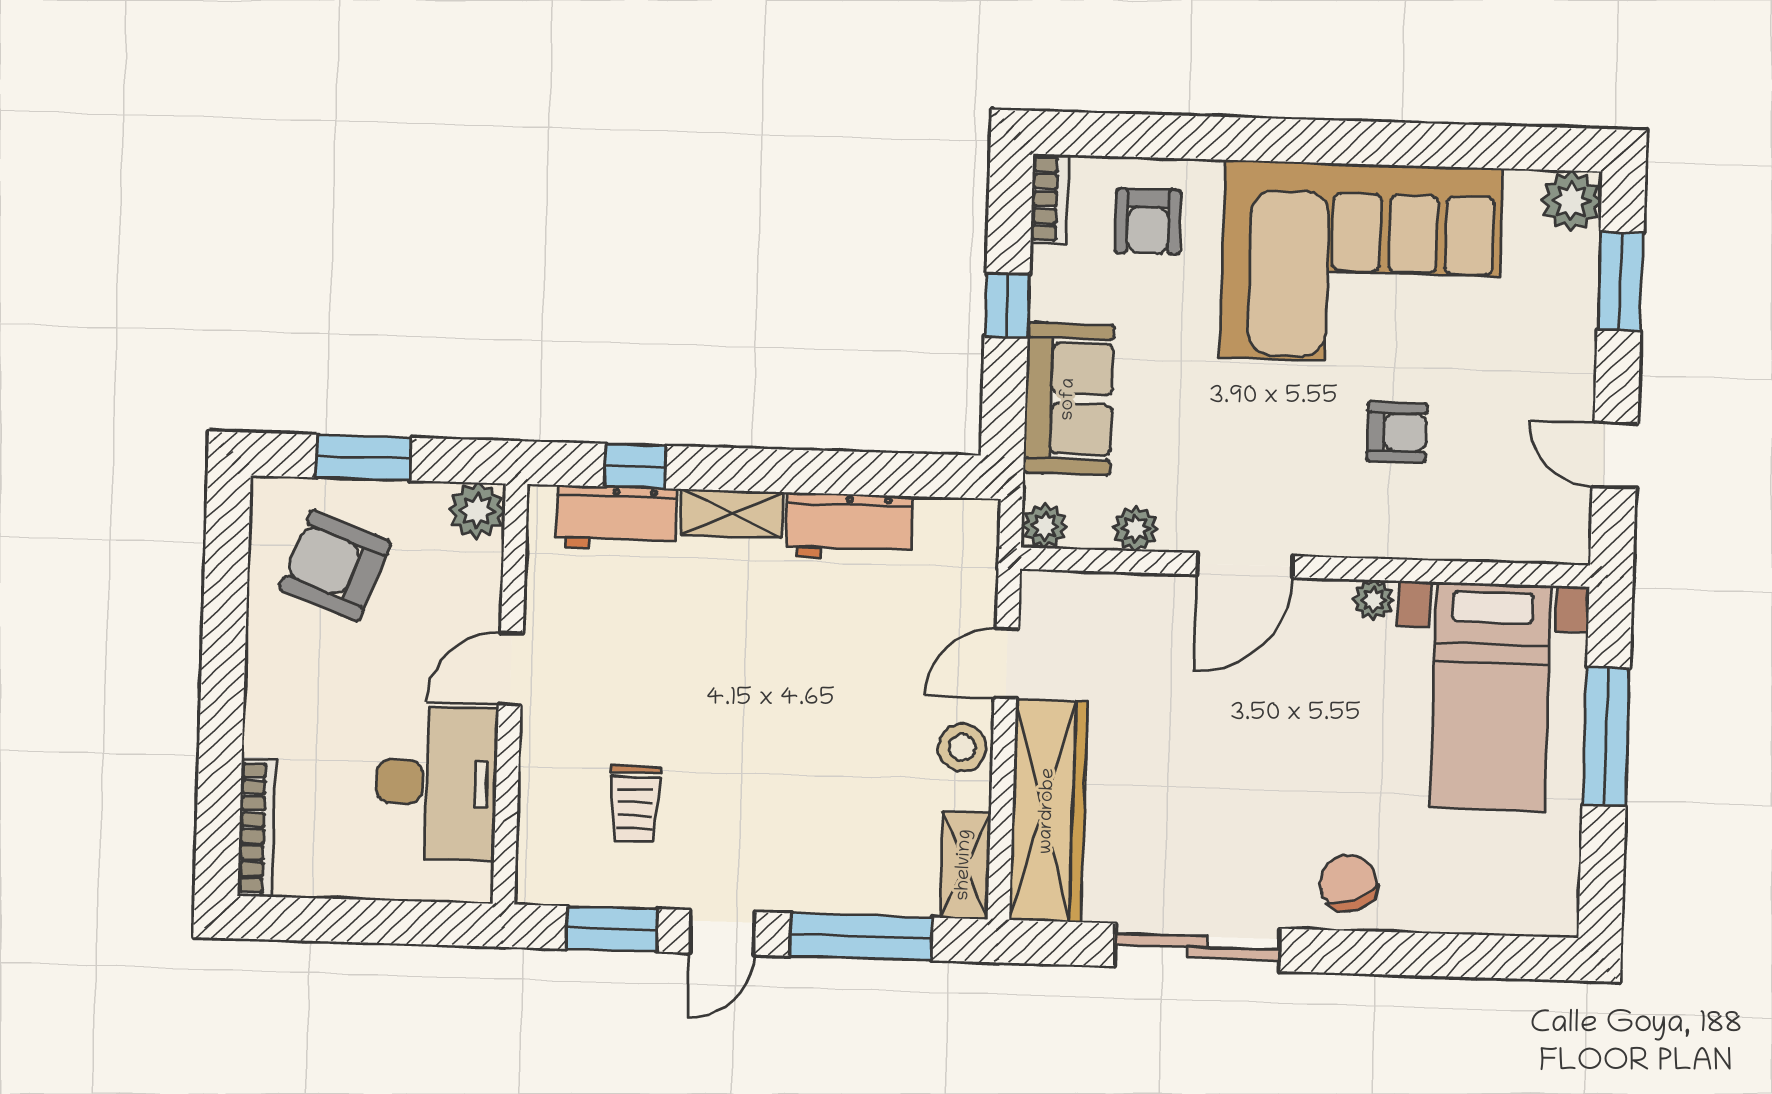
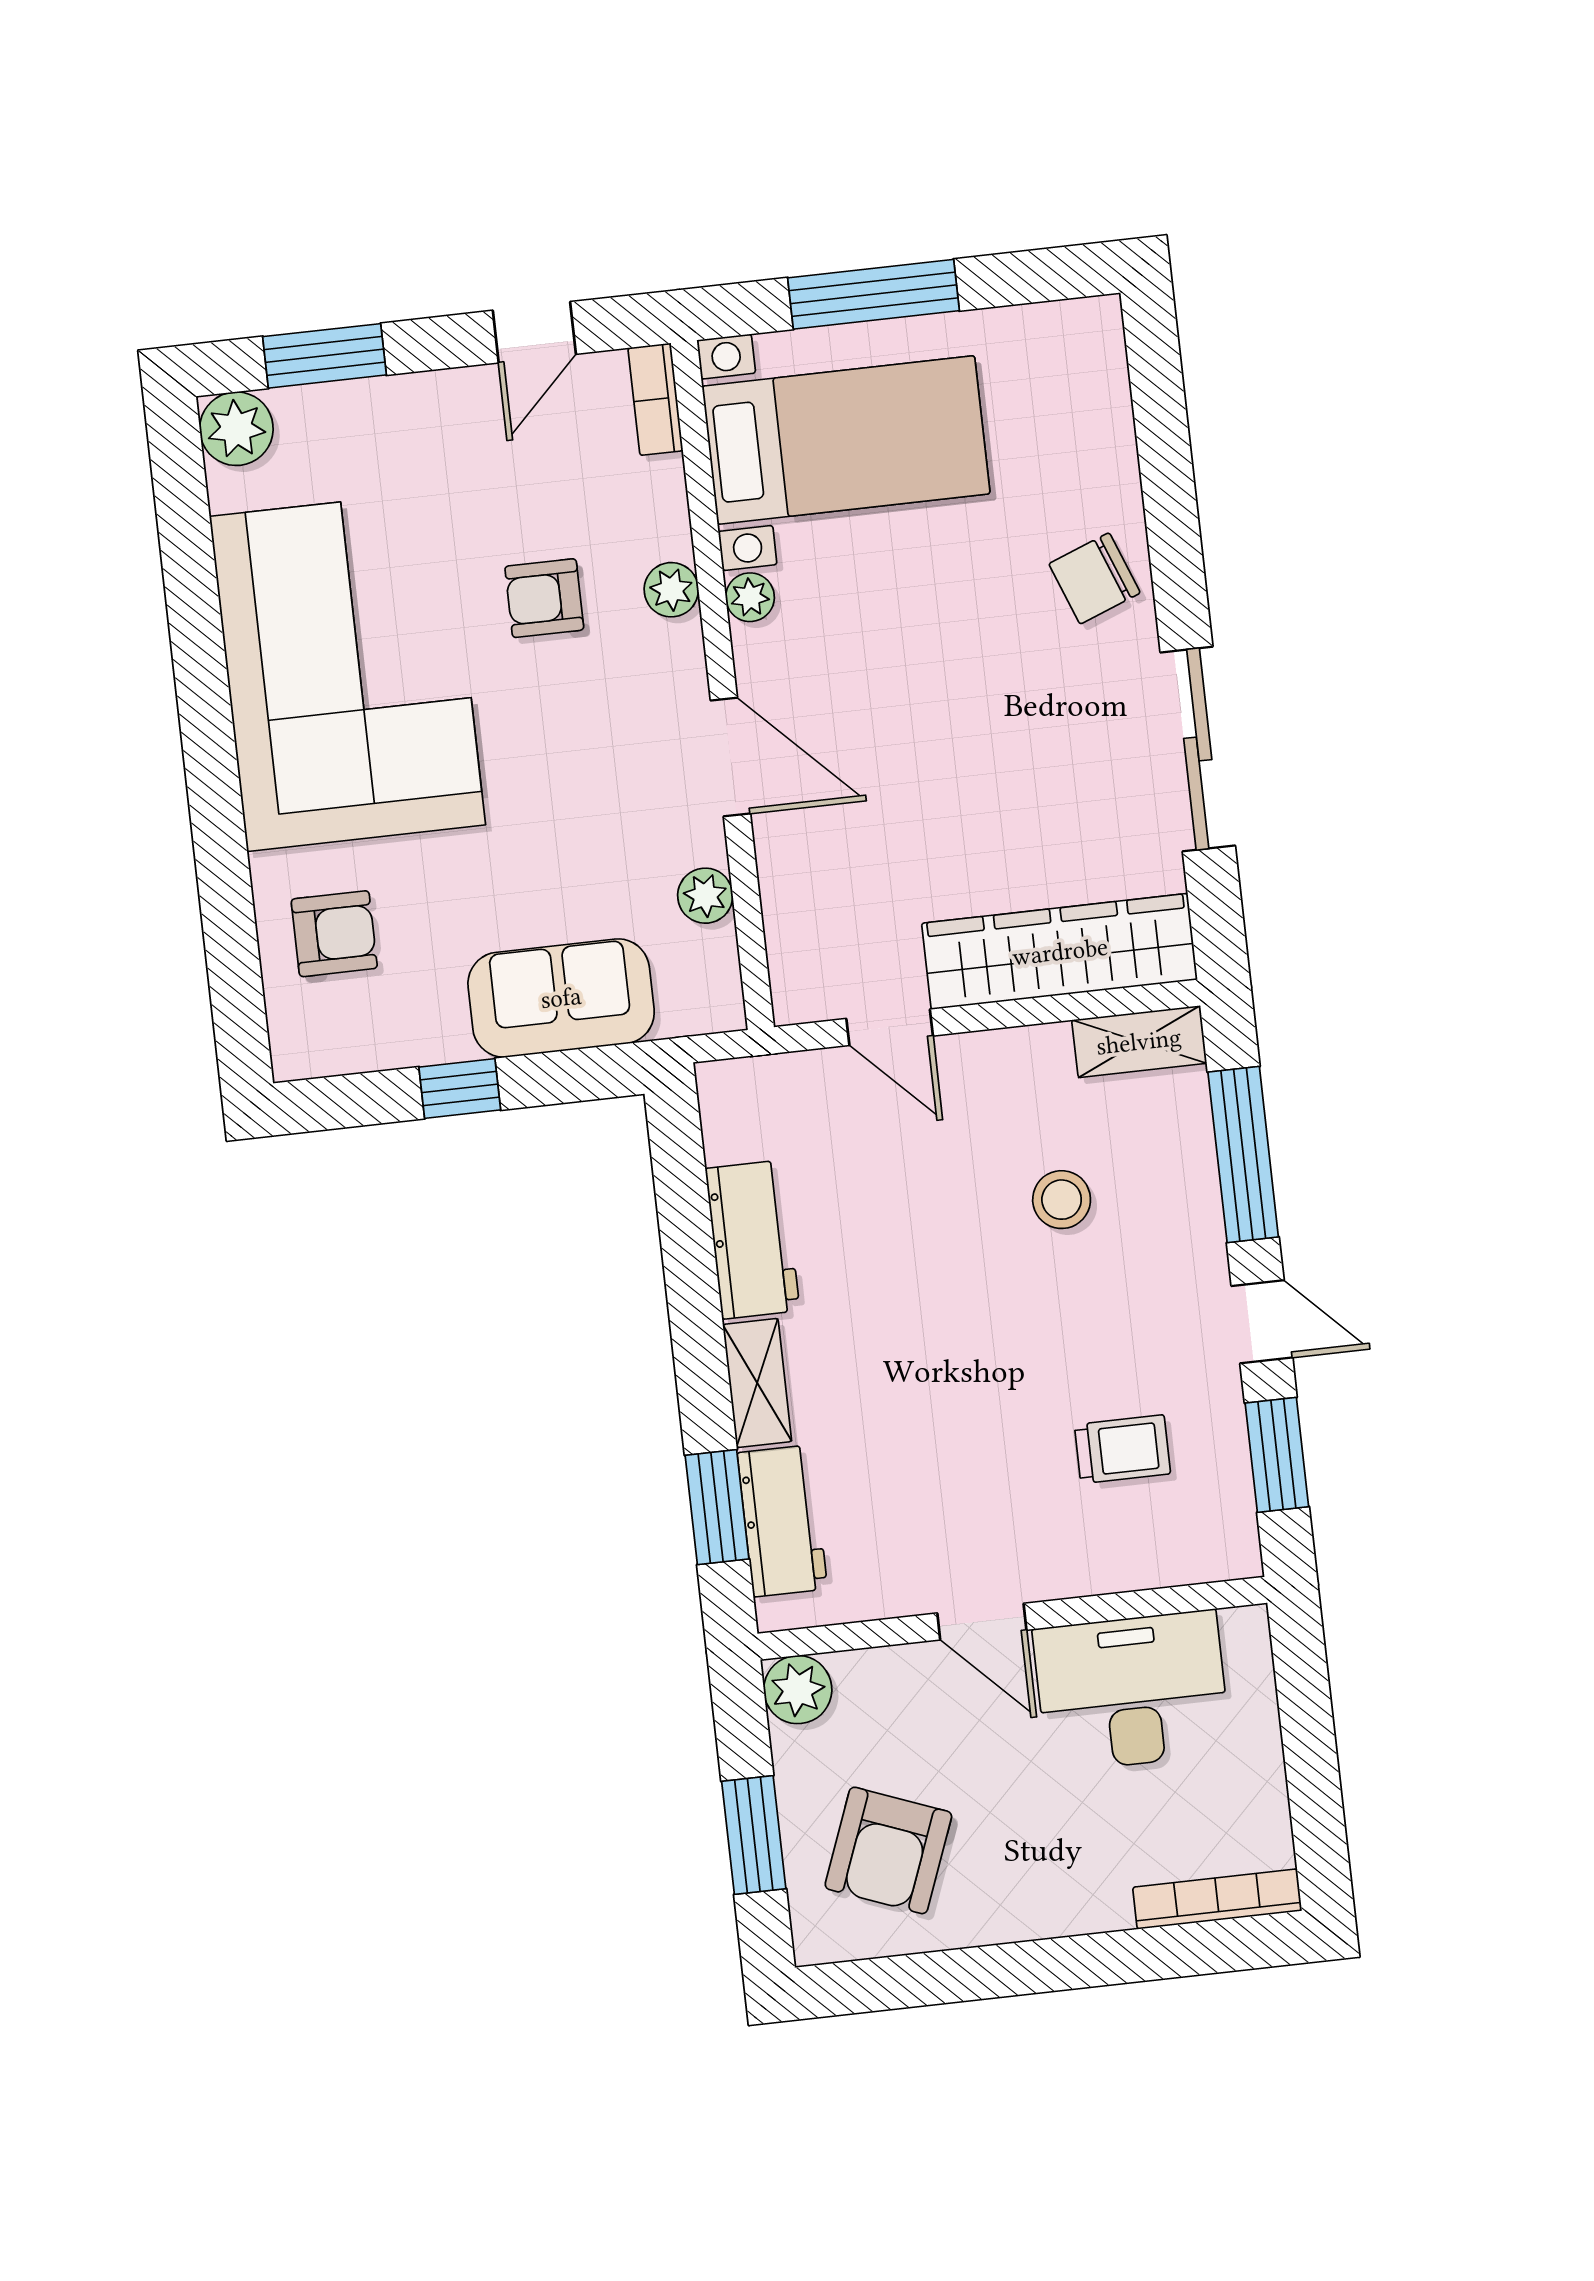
bookcase: (1050, 199) -> (655, 399), moved, turned -90
armchair: (1397, 432) -> (544, 598), turned -90
window: (635, 466) -> (717, 1507), width x1.50
plant: (1045, 526) -> (671, 590), moved
stool: (962, 747) -> (1062, 1200), moved

